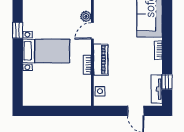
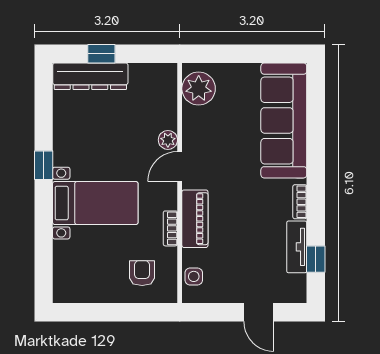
armchair: (72, 89) -> (142, 273), added
tv unit: (157, 89) -> (297, 247), moved

